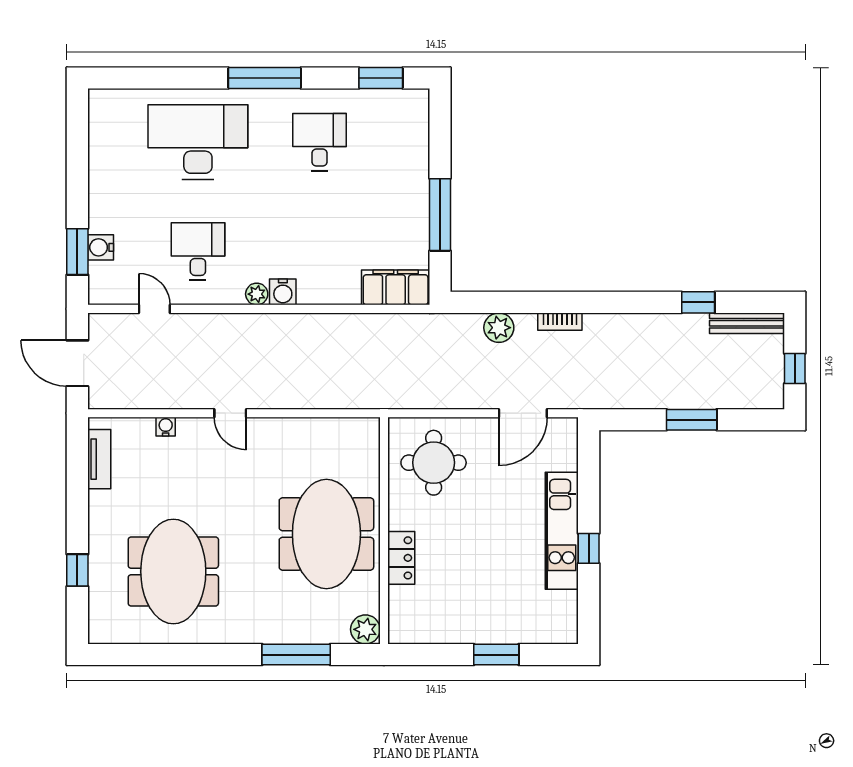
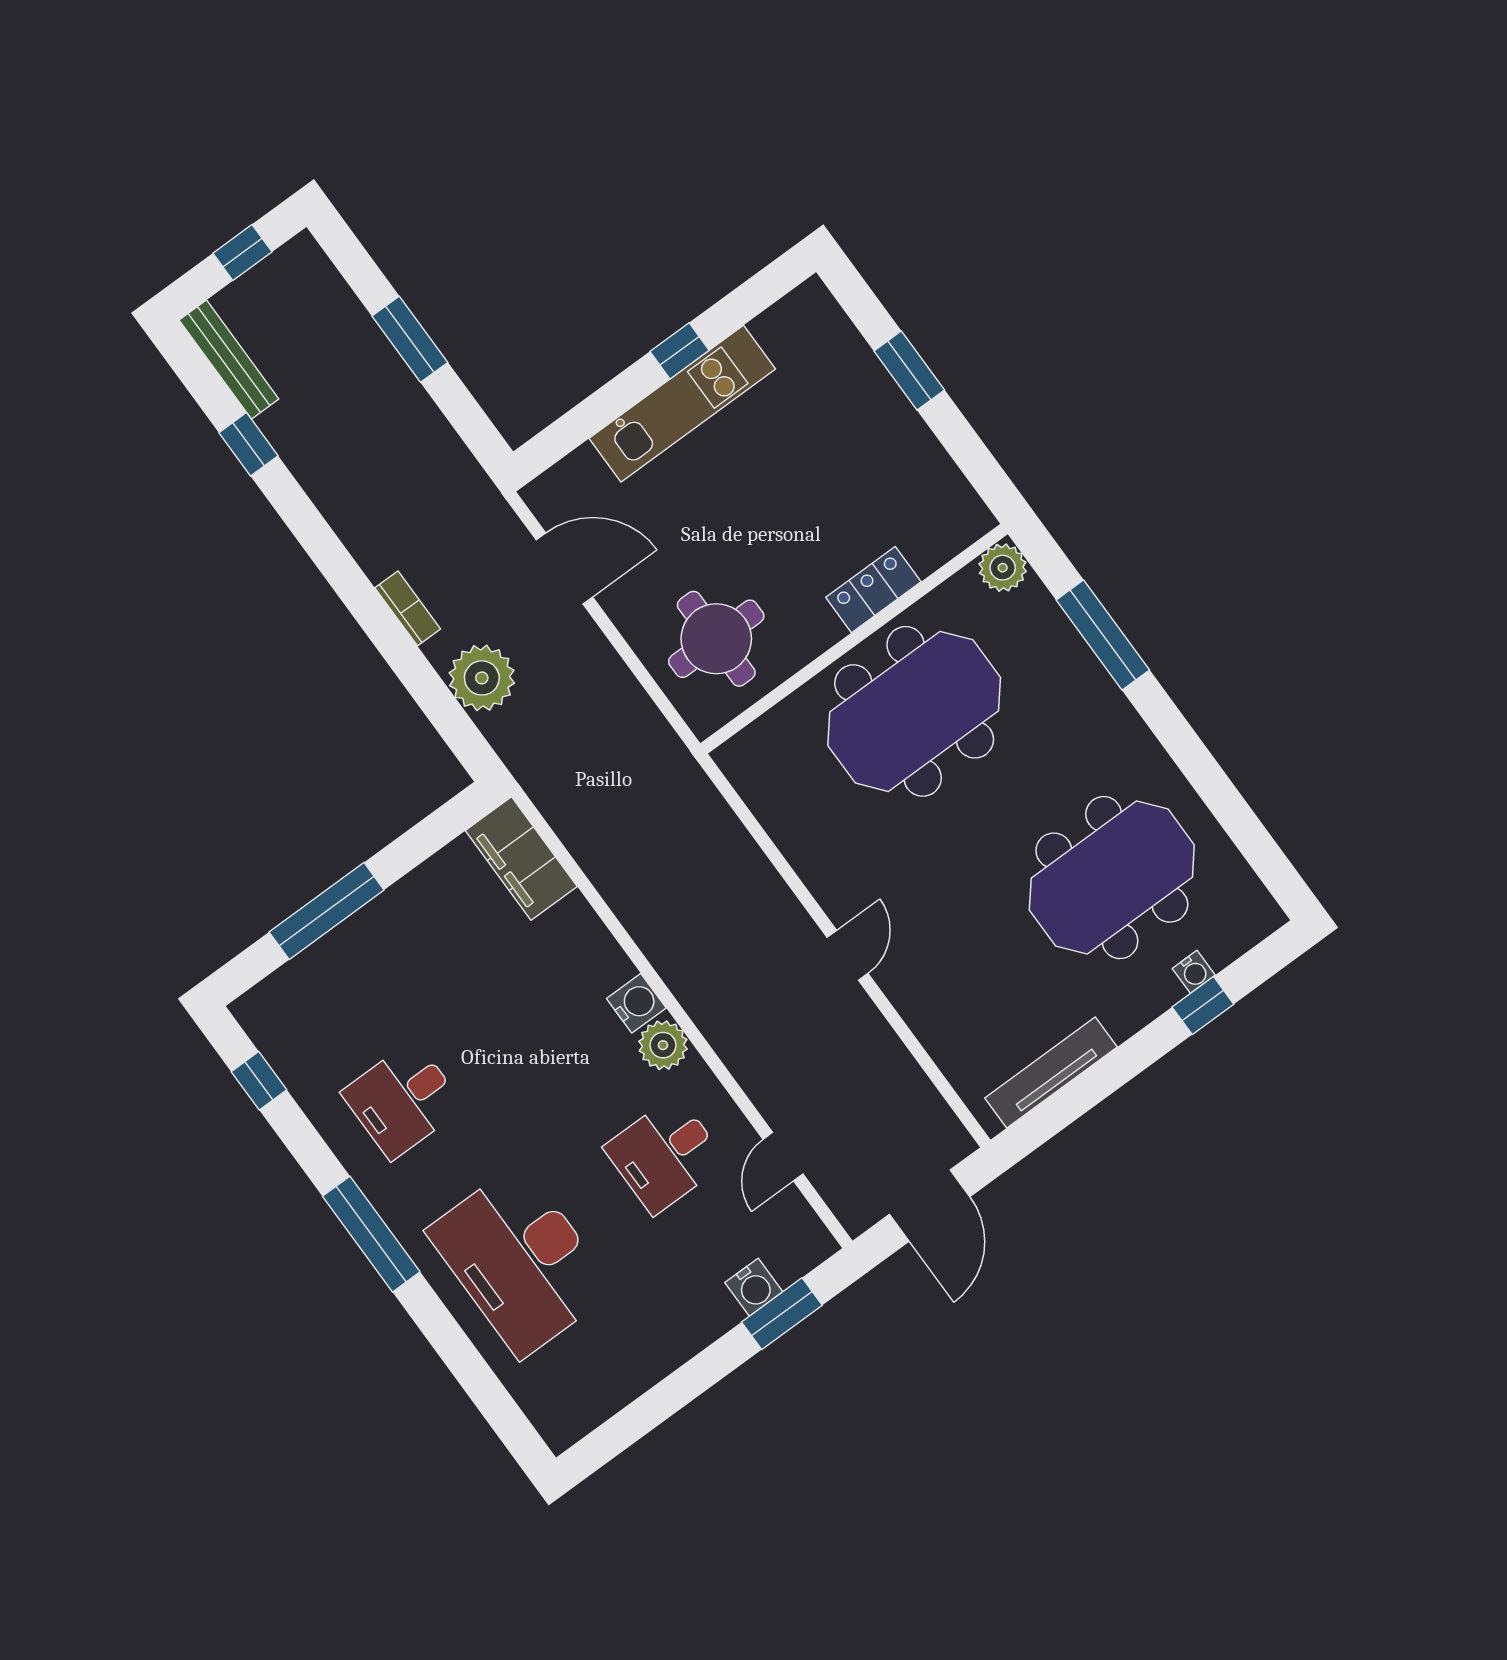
window: (381, 78) -> (259, 1081), width x0.67
window: (440, 215) -> (327, 911), moved
plant: (257, 294) -> (663, 1045), width x1.38, depth x1.38
plant: (499, 328) -> (482, 678), width x1.36, depth x1.36
water cooler: (166, 427) -> (1194, 972), moved, turned -90
tv unit: (99, 459) -> (1051, 1072), width x1.41

